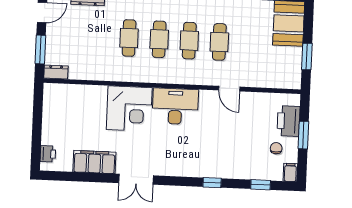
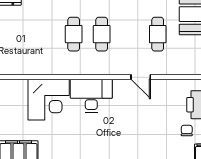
cafe table: (129, 38) -> (46, 34), removed
cafe table: (219, 42) -> (158, 34), moved

